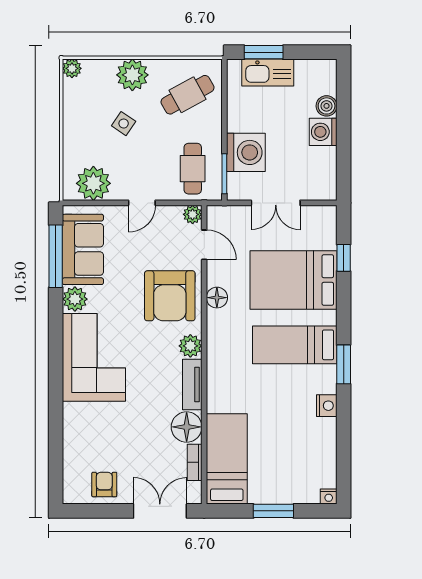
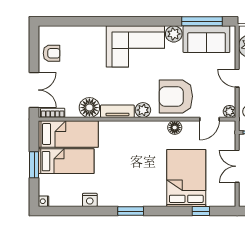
bed: (295, 345) -> (66, 161), moved, turned 90
nightstand: (327, 406) -> (90, 200), moved
bookcase: (195, 462) -> (53, 113), moved

